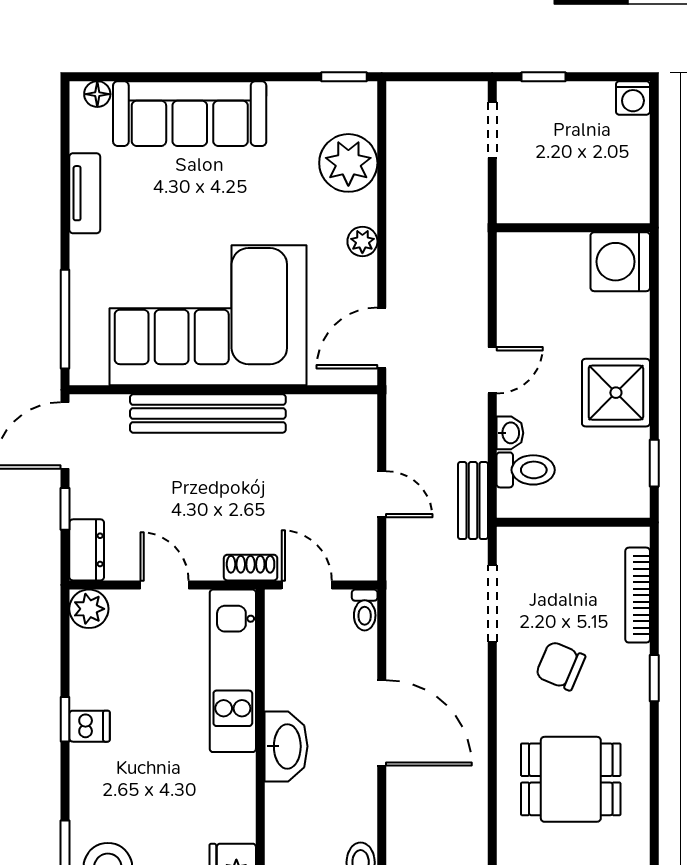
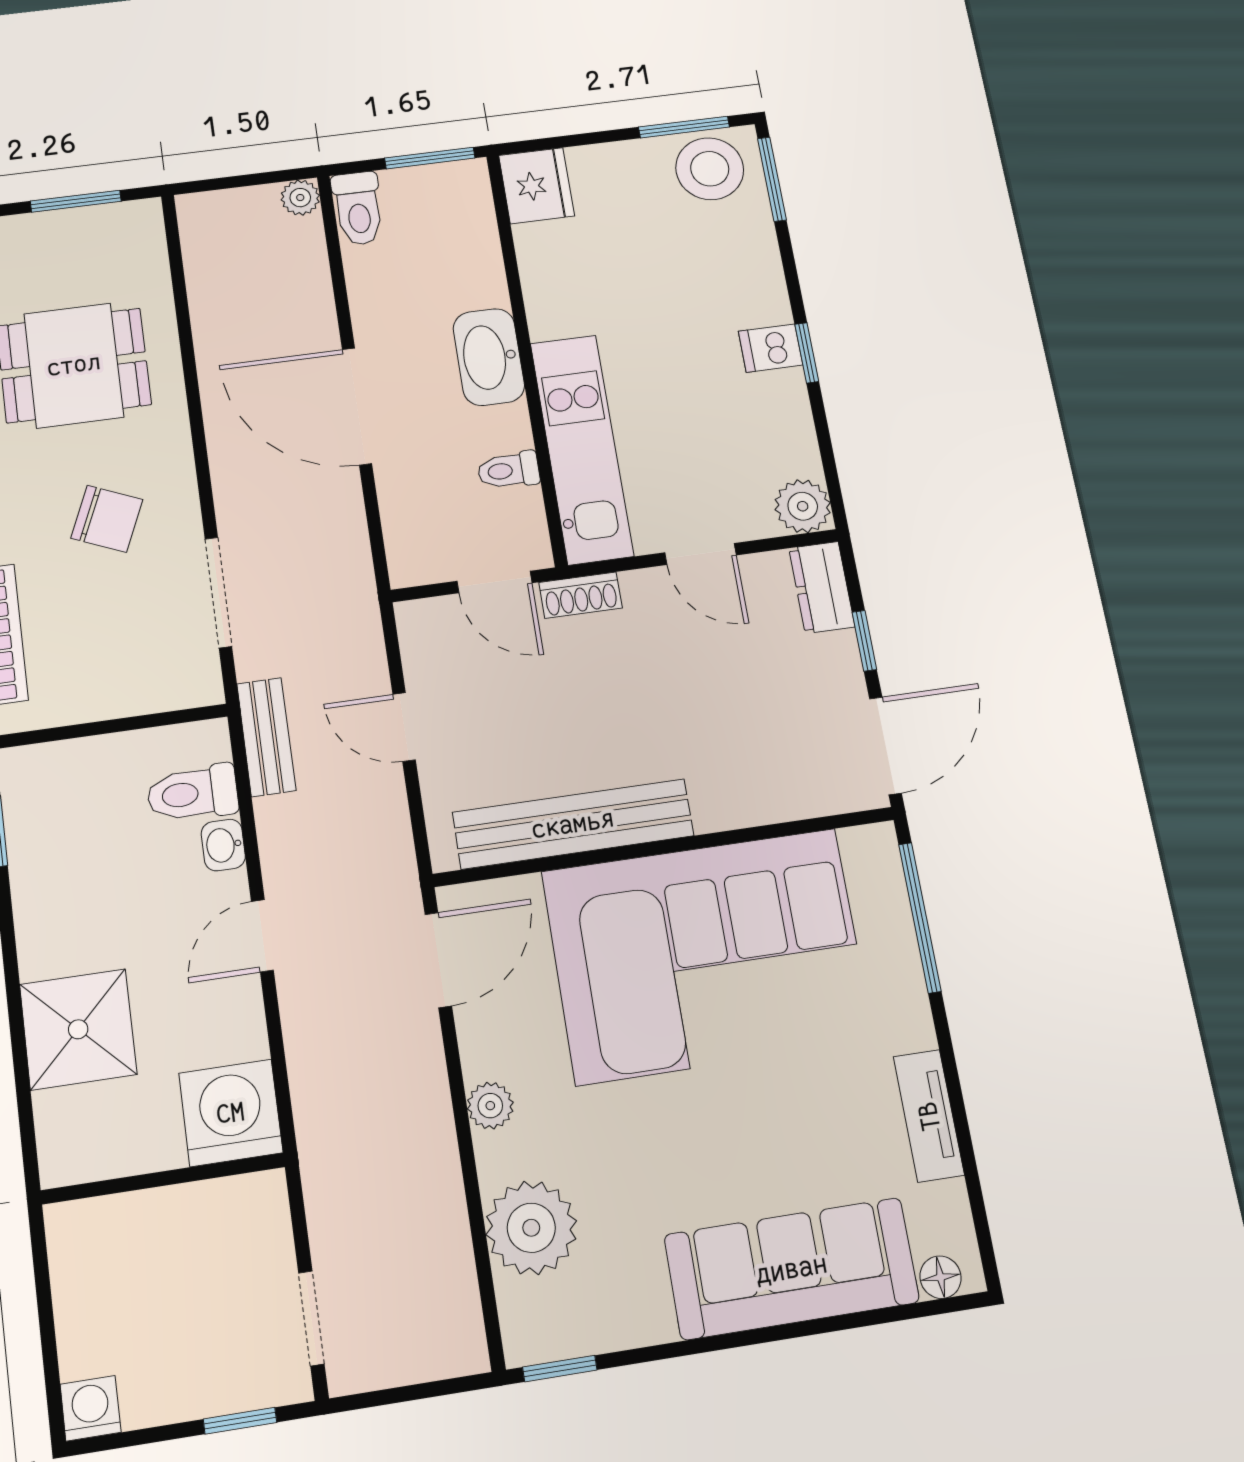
washing machine: (620, 262) -> (231, 1113), moved, turned -90
shower: (616, 393) -> (78, 1029), moved
bench: (208, 413) -> (573, 824), moved
toilet: (365, 610) -> (508, 470), moved, turned -90

